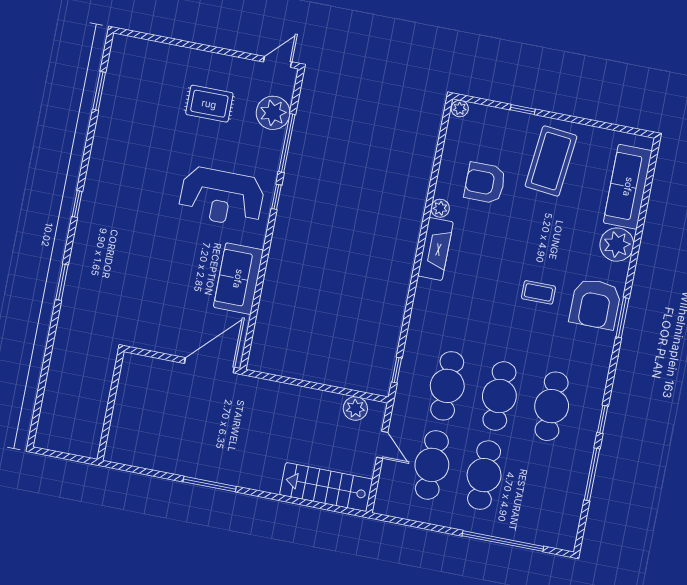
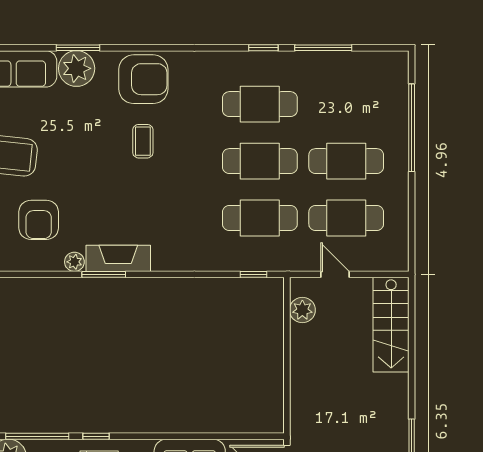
window: (423, 233) -> (104, 274), added
window: (622, 318) -> (78, 48), moved
door: (382, 445) -> (335, 274), hinge flipped

